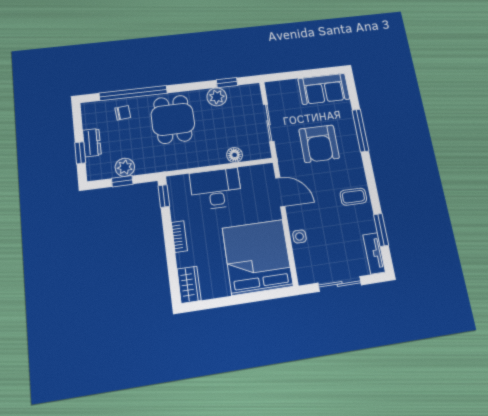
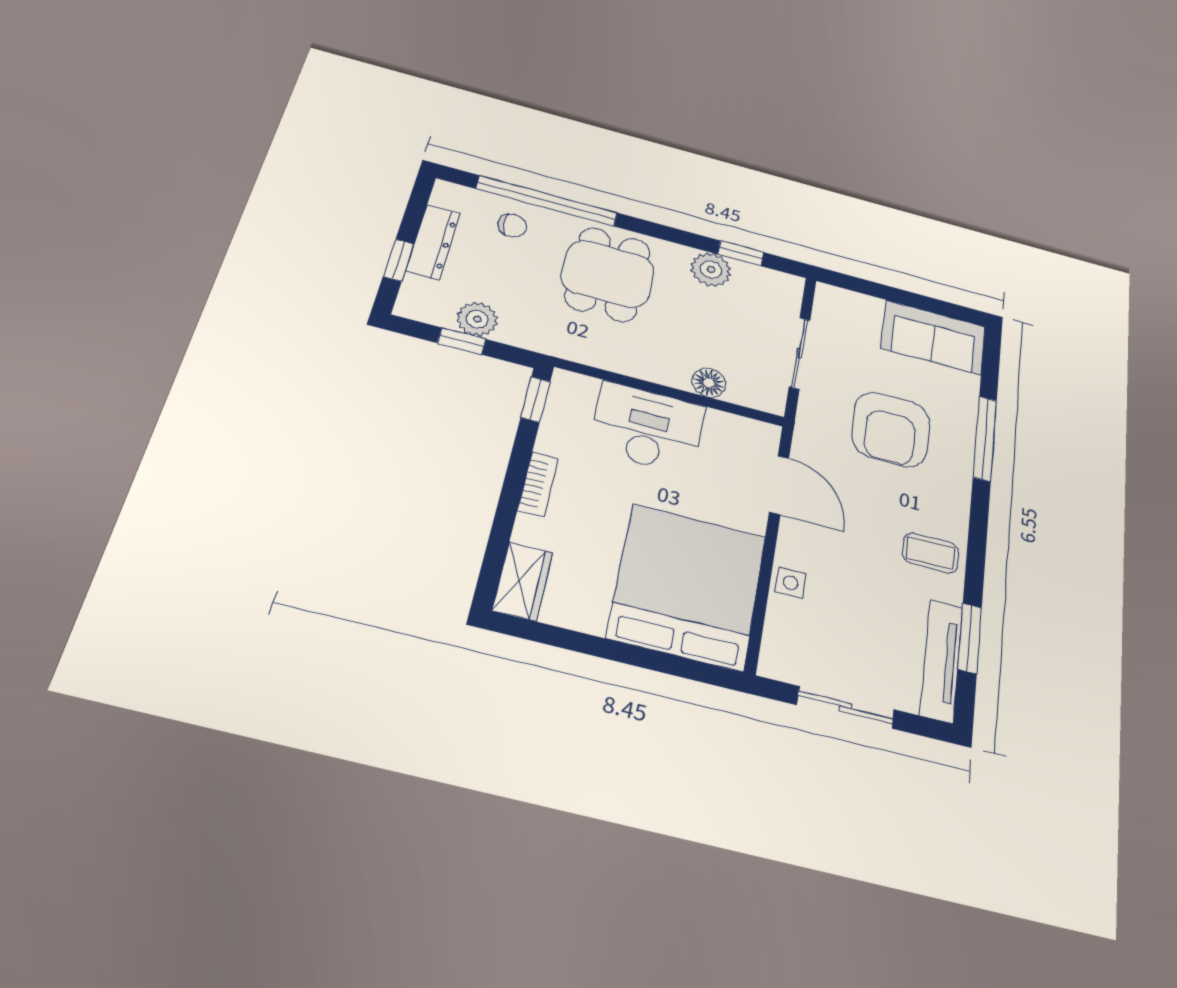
dresser: (92, 143) -> (433, 242), width x1.44
tv unit: (374, 253) -> (942, 660), width x1.41

